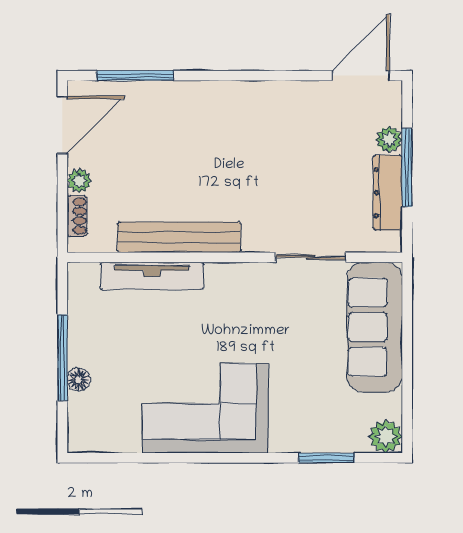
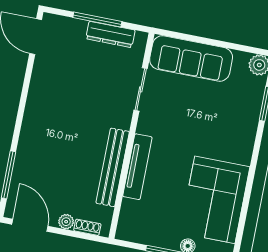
plant: (389, 139) -> (78, 27), removed
tv unit: (152, 276) -> (137, 167), moved
corner sofa: (205, 408) -> (215, 200), moved

